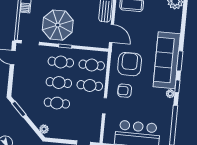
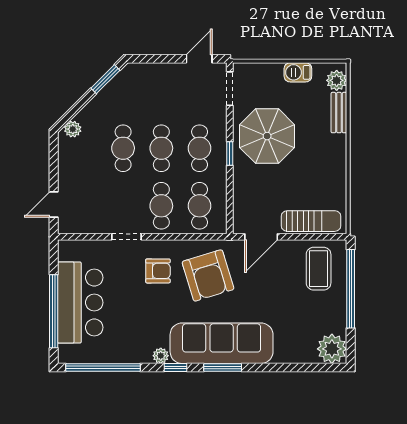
armchair: (130, 64) -> (208, 275), turned 73
armchair: (125, 91) -> (158, 271), turned 90

